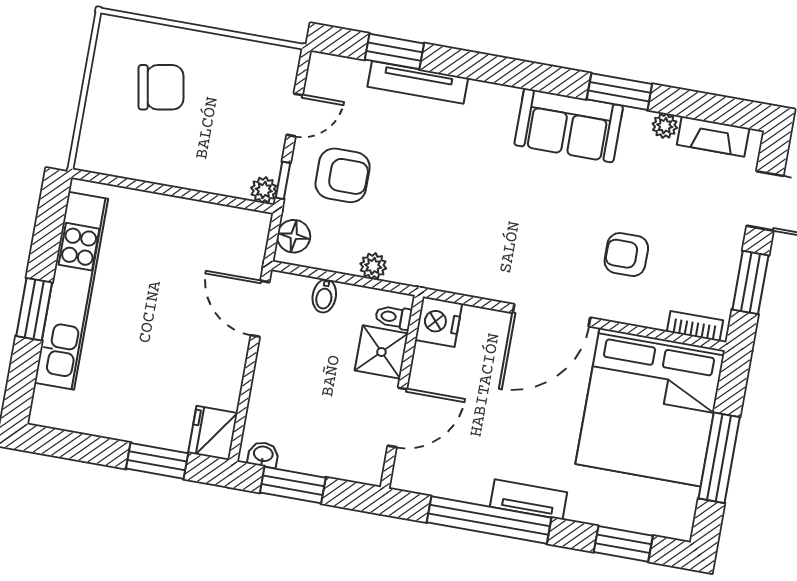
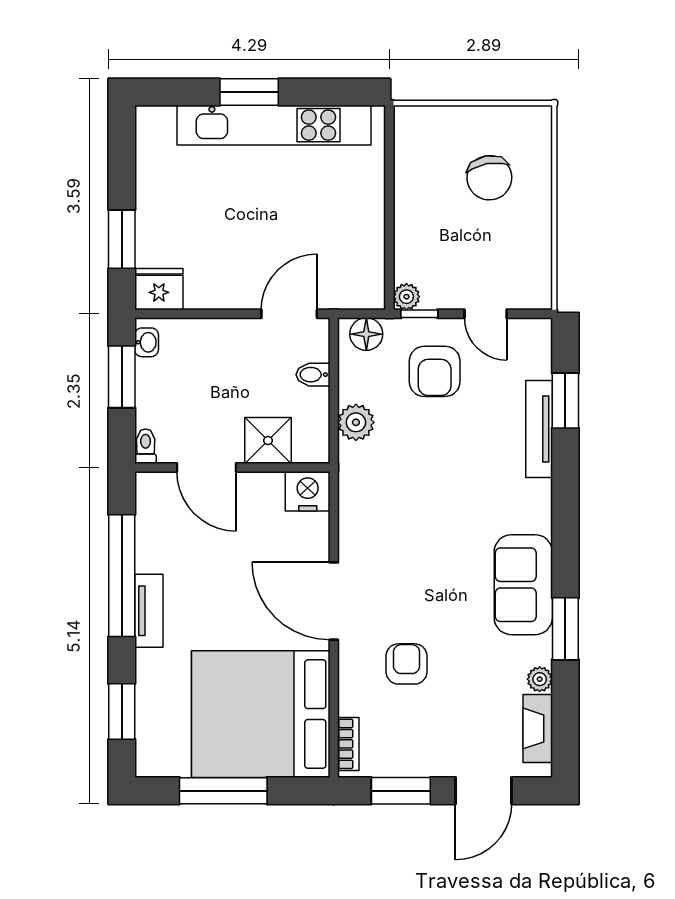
plant: (373, 266) -> (356, 422), width x1.38, depth x1.38
toilet: (393, 317) -> (146, 446), moved

